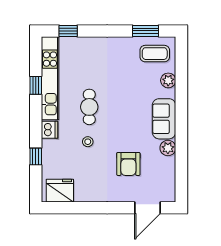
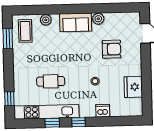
cafe table: (89, 107) -> (51, 81), moved
dishwasher: (49, 130) -> (103, 111), moved
window: (36, 156) -> (78, 122), moved
fridge: (60, 191) -> (133, 87), moved

